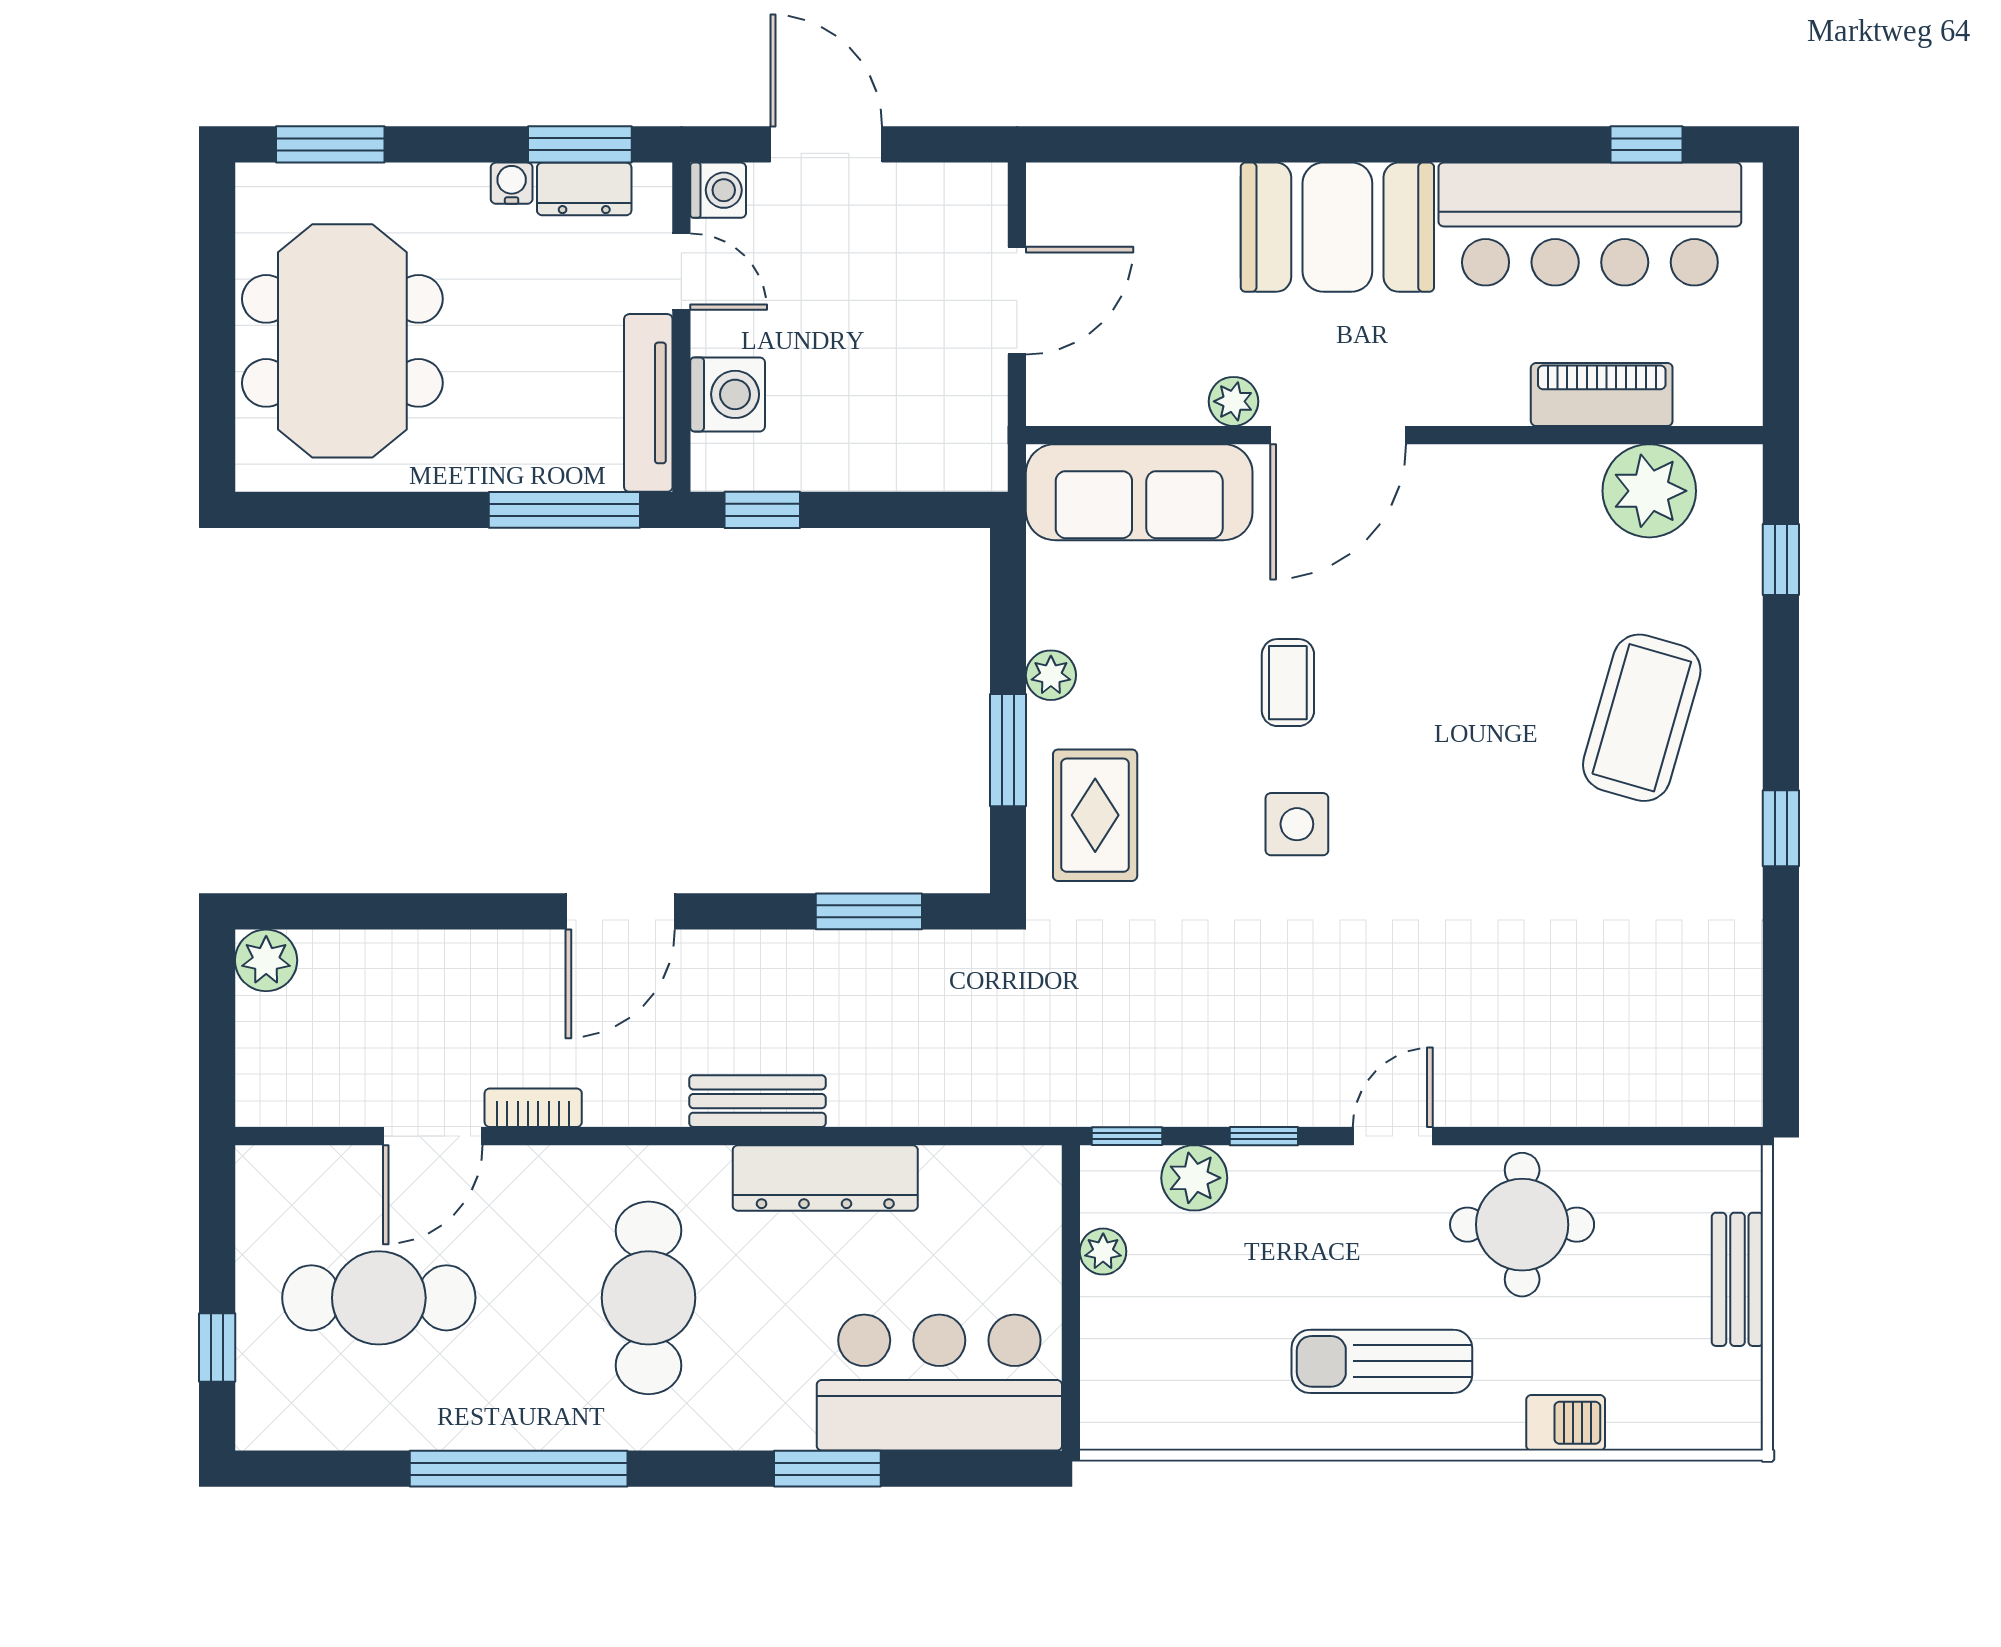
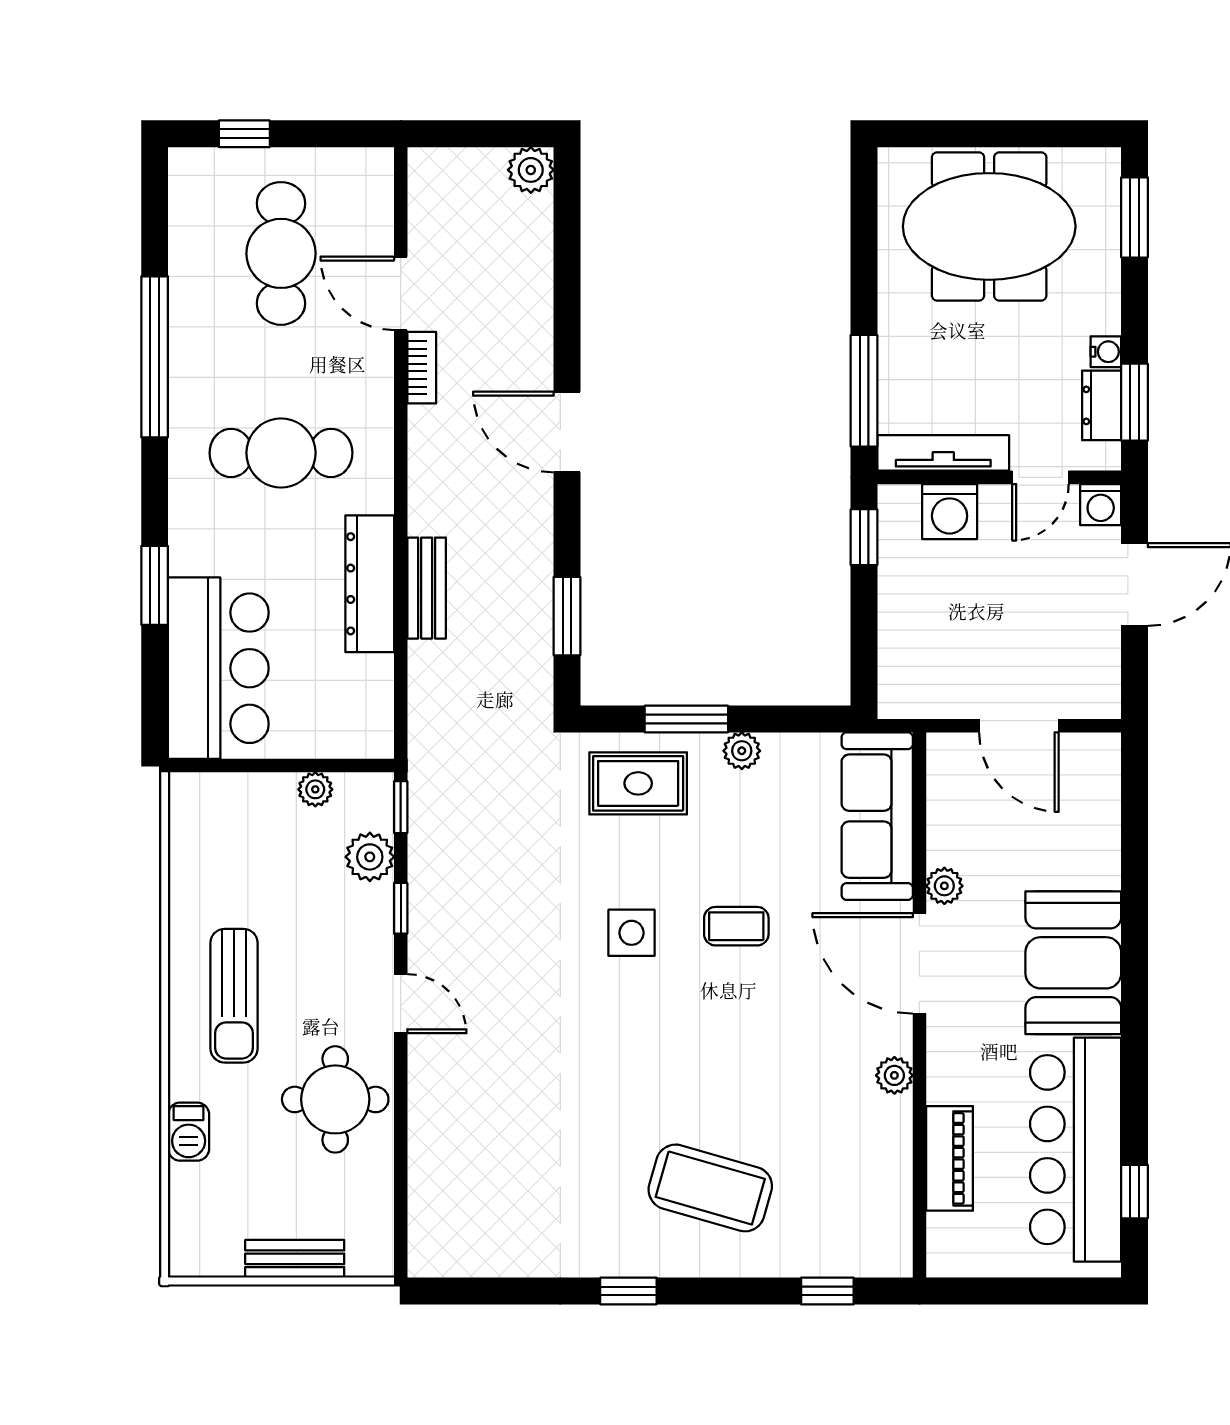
plant: (1649, 491) -> (894, 1075), moved, width x0.53, depth x0.53
bench: (757, 1101) -> (427, 588), moved
sun lounger: (1382, 1361) -> (234, 996), turned 180

